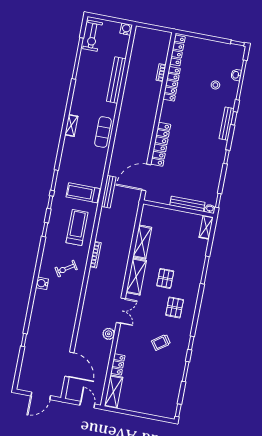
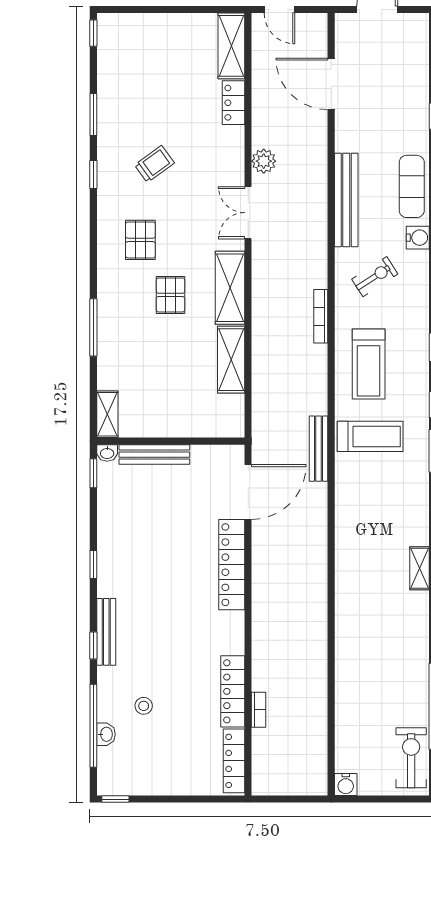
bench: (116, 80) -> (346, 200), moved
exercise mat: (103, 132) -> (412, 186), moved

